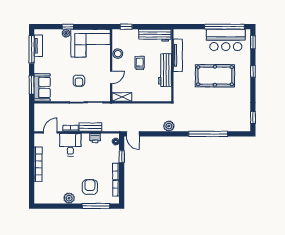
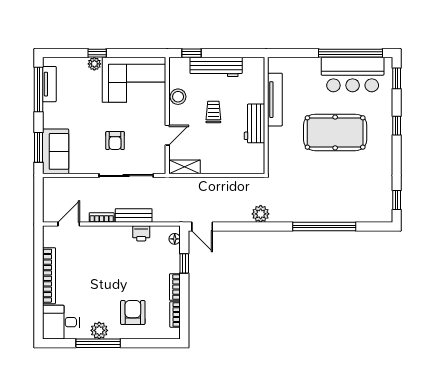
workbench: (155, 35) -> (216, 67), moved
workbench: (165, 70) -> (254, 123), width x0.73
desk: (70, 145) -> (61, 322), moved, turned -90
window: (96, 206) -> (98, 343), moved

